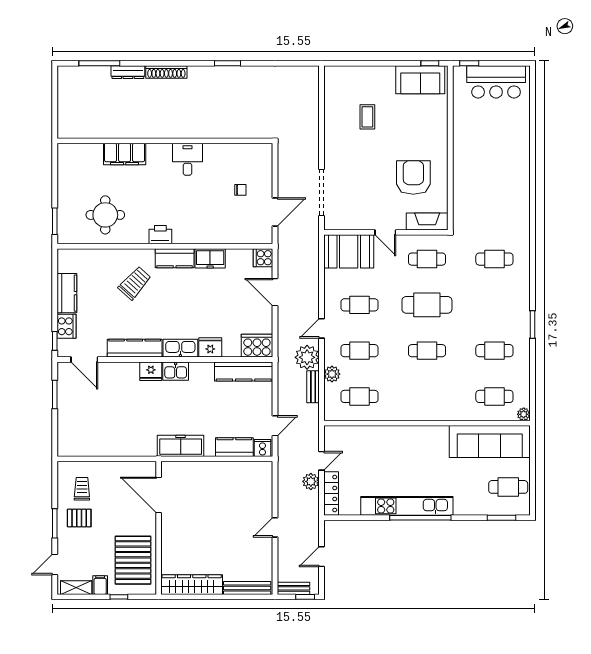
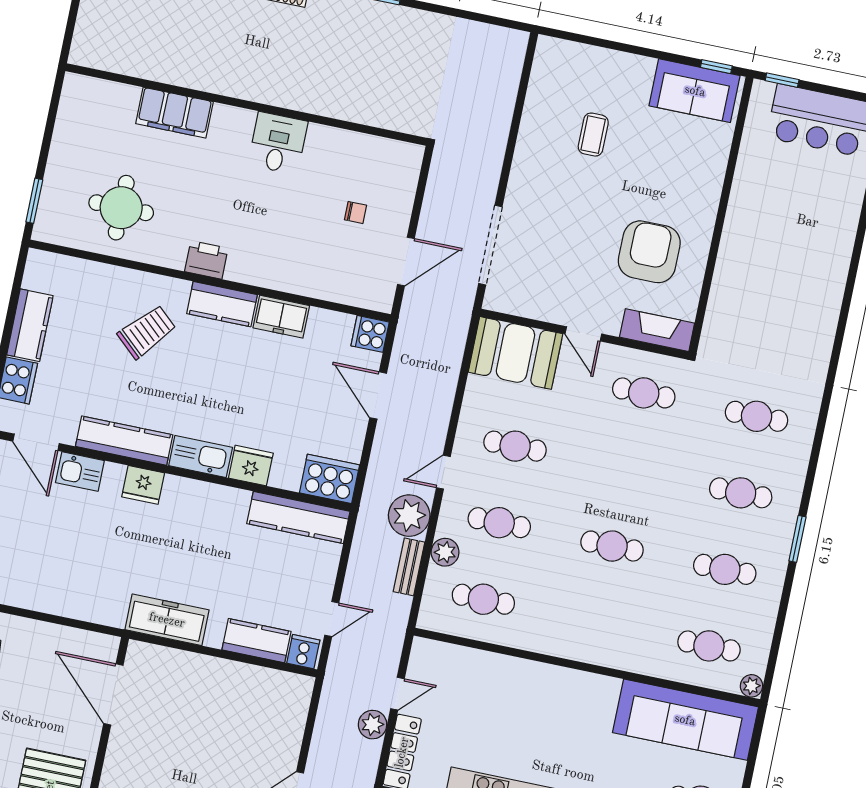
cafe table: (427, 305) -> (741, 493), moved, width x0.73, depth x0.74
kitchen sink: (176, 371) -> (80, 472), moved

